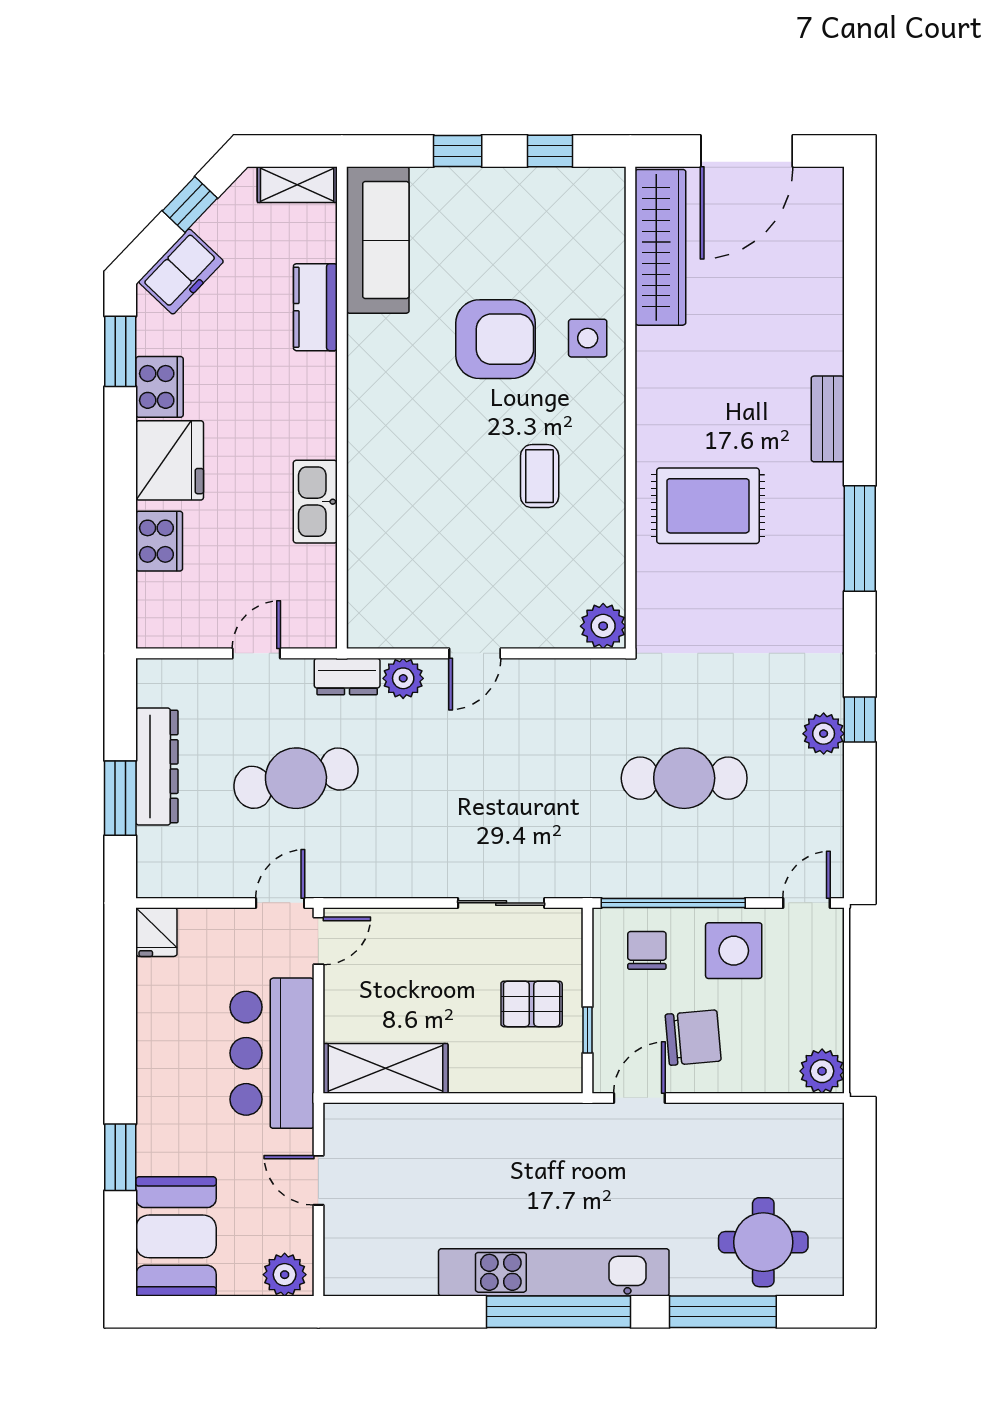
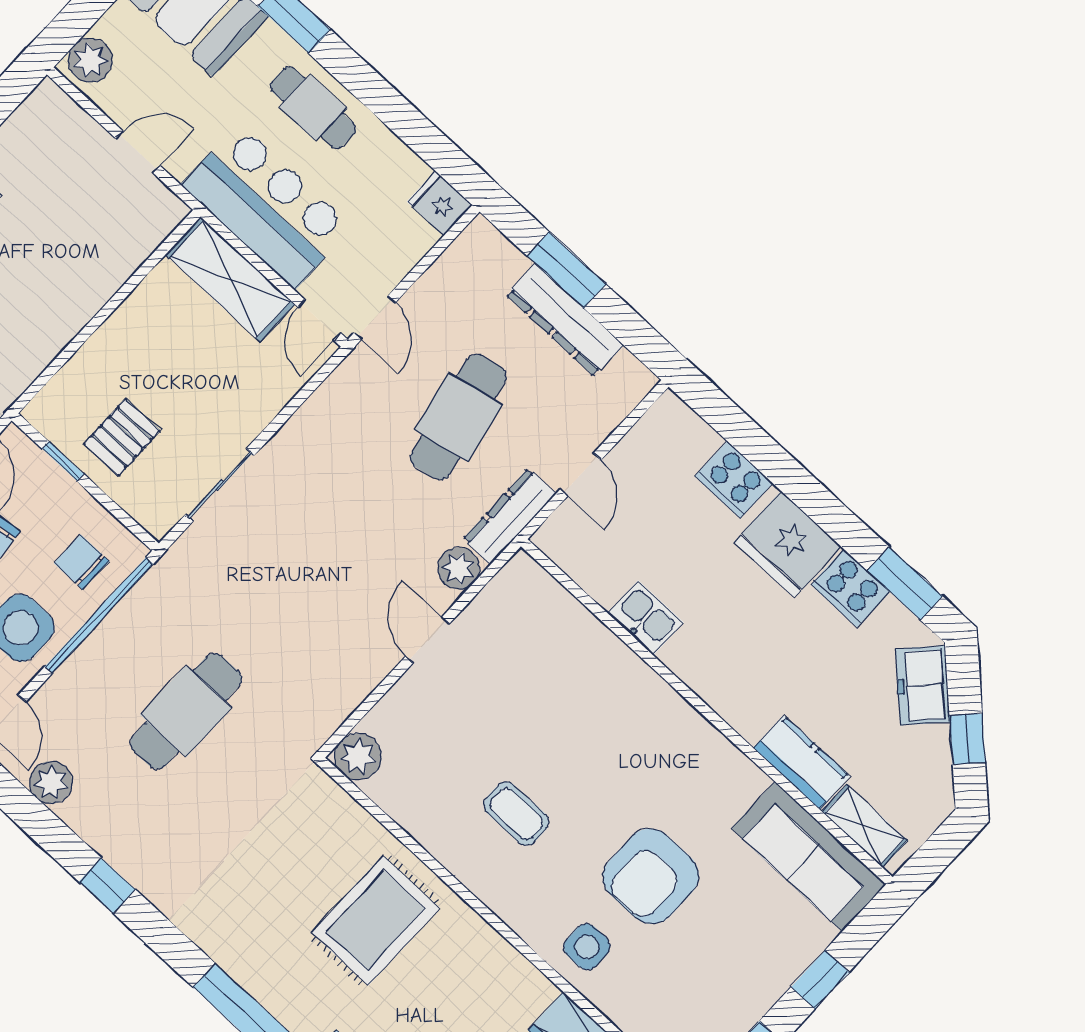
shelving: (297, 185) -> (864, 826), moved, turned 90
kitchen sink: (315, 502) -> (646, 618), width x0.73
dresser: (347, 676) -> (510, 516), width x1.44
plant: (824, 734) -> (51, 782), moved
chair: (647, 950) -> (82, 562), turned 180
shelving: (386, 1068) -> (230, 279), moved, turned 90
cafe table: (172, 1085) -> (313, 107), added

